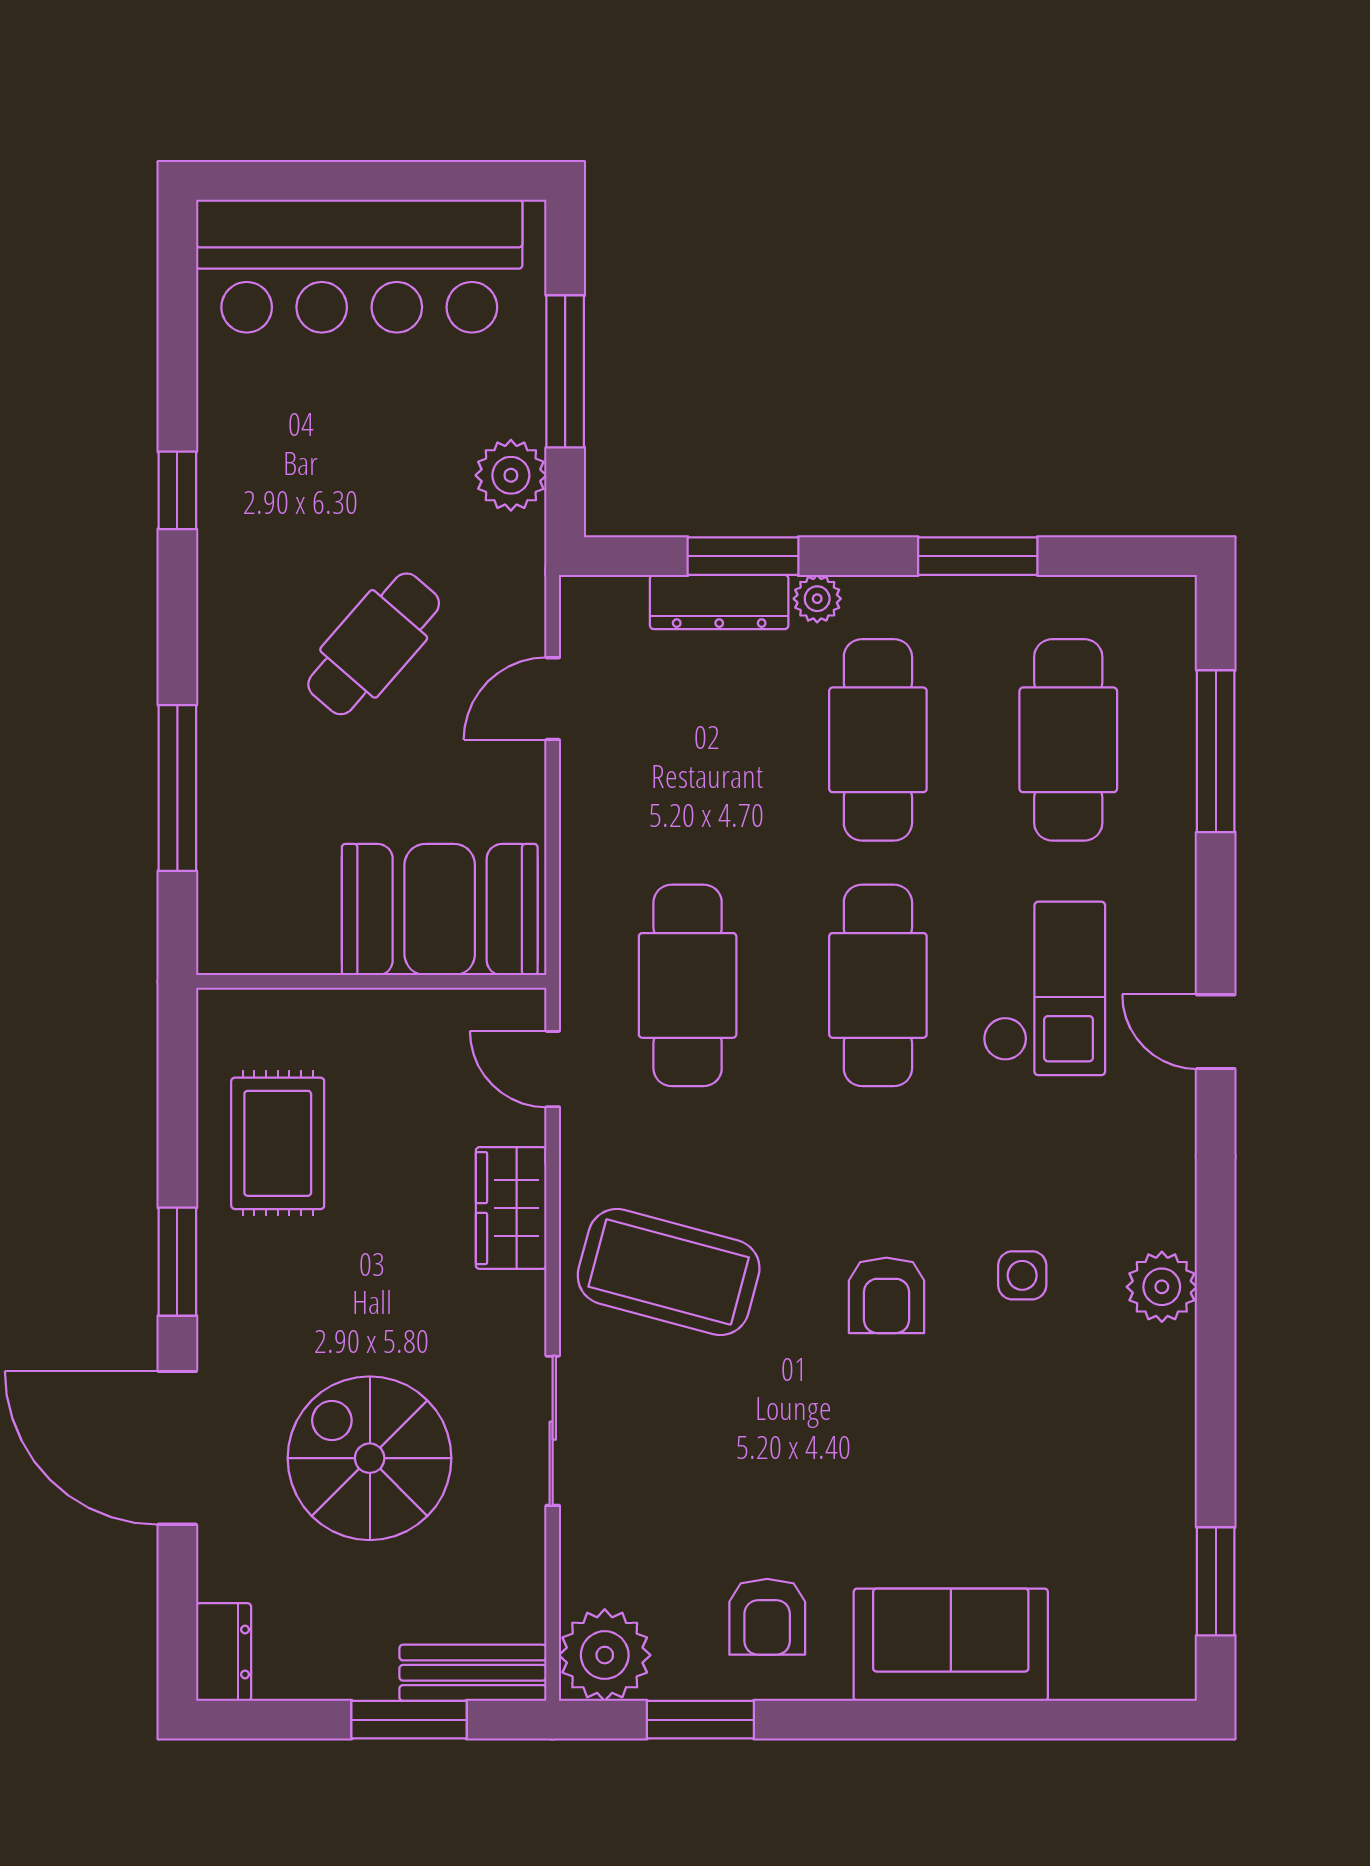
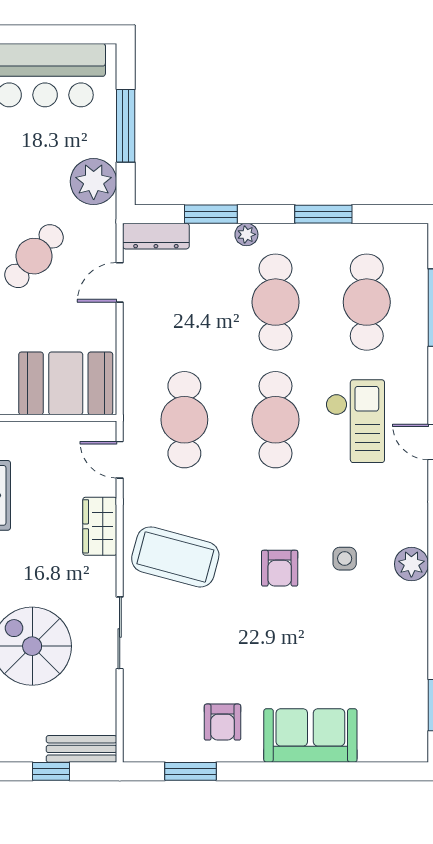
plant: (511, 475) -> (94, 182), width x1.36, depth x1.36
dresser: (719, 602) -> (156, 236), moved
plant: (605, 1655) -> (145, 740), removed
window: (409, 1720) -> (51, 771), width x0.67

